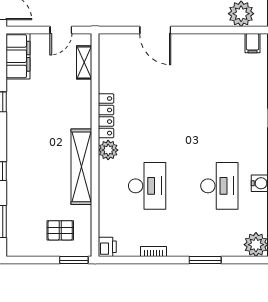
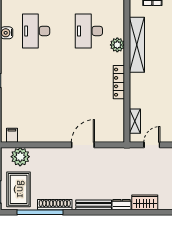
door: (155, 30) -> (83, 145), hinge flipped
plant: (108, 150) -> (117, 45), moved

